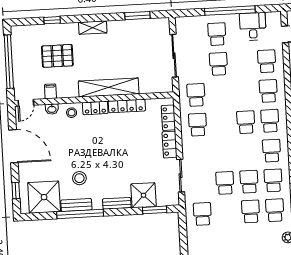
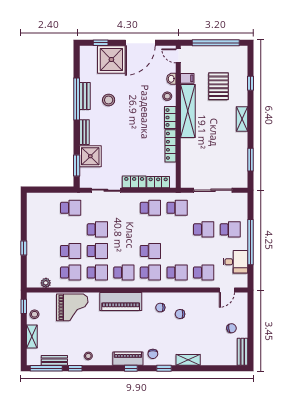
shelving: (109, 87) -> (188, 111), moved
shower: (44, 197) -> (111, 60), moved

